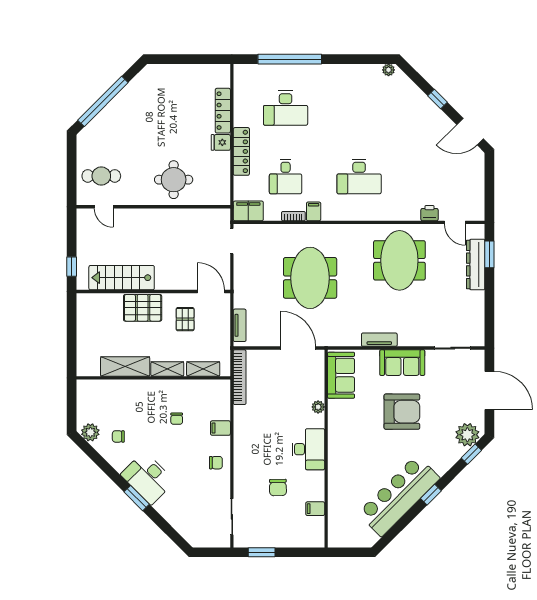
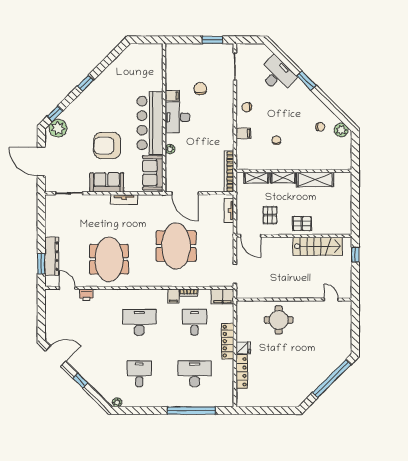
desk: (359, 108) -> (139, 374), added
cafe table: (101, 176) -> (333, 323), removed
pallet: (143, 308) -> (302, 224), width x0.67, depth x0.71
desk: (148, 478) -> (277, 75), moved
bar counter: (399, 496) -> (150, 123), moved, turned 135
filing cabinet: (315, 509) -> (172, 96), moved

